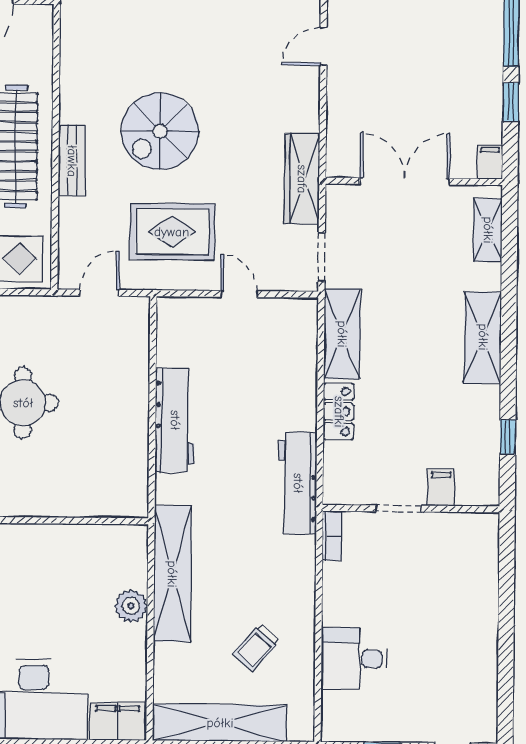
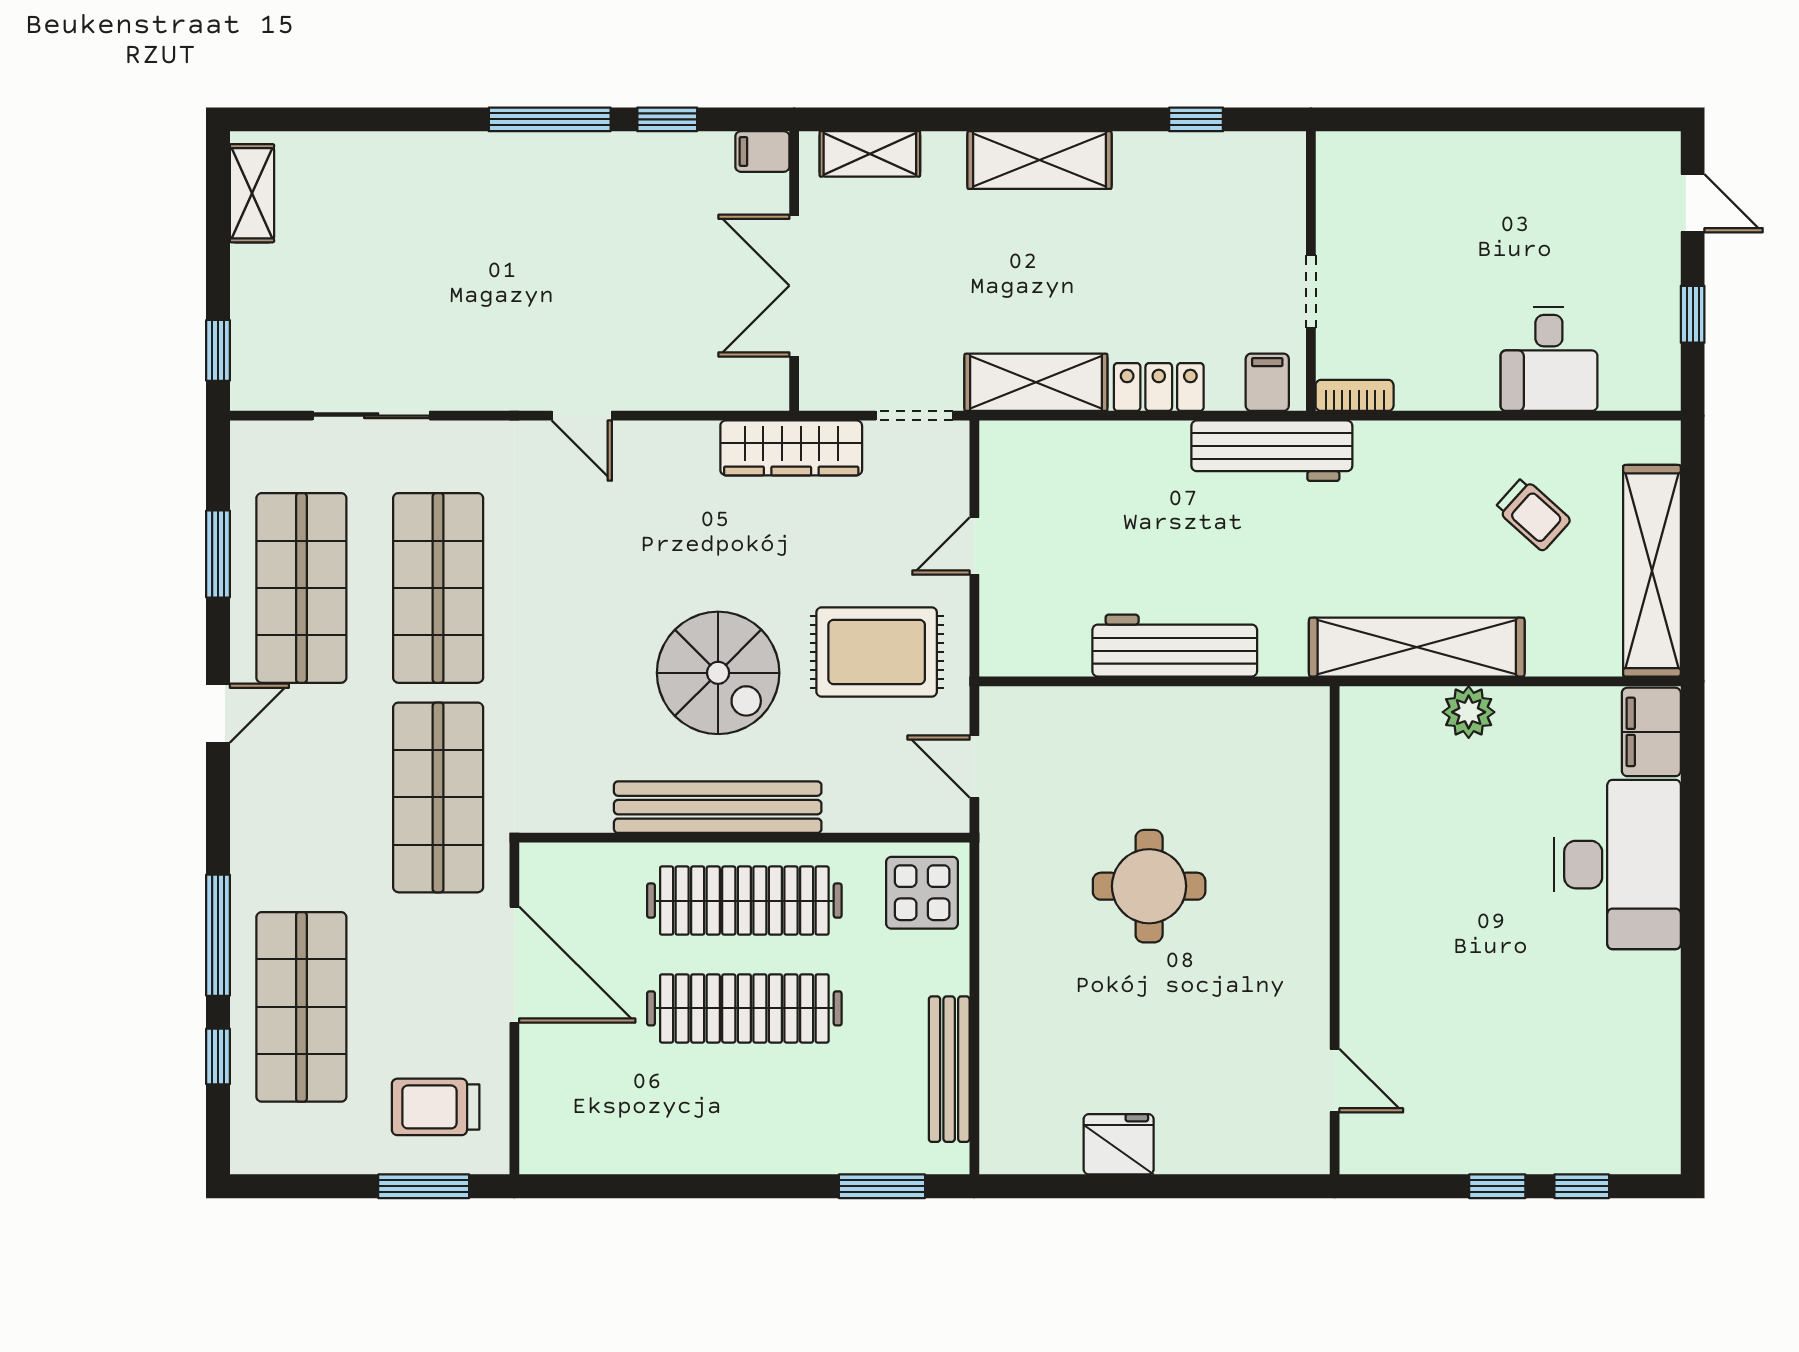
bench: (72, 161) -> (718, 807), width x1.86, depth x1.21
rug: (172, 232) -> (877, 652), turned 90
filing cabinet: (441, 488) -> (1267, 382), moved, turned 90

